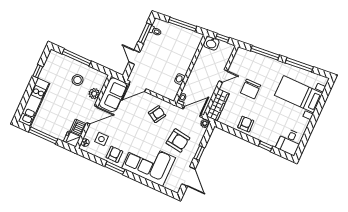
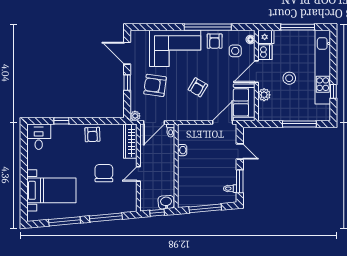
stool: (78, 80) -> (289, 78), moved
kitchen unit: (34, 102) -> (323, 67), width x1.36
armchair: (157, 114) -> (198, 87), moved
window: (115, 168) -> (208, 27), width x2.11

